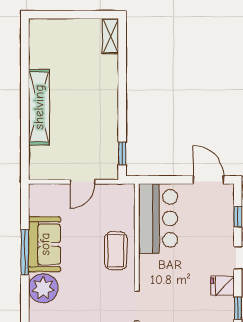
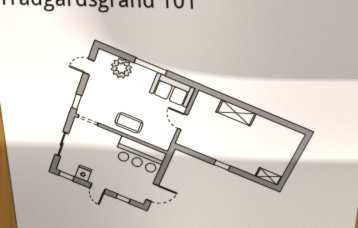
shelving: (39, 107) -> (236, 113), width x0.68
window: (122, 153) -> (222, 165), moved
sofa: (45, 244) -> (172, 90), moved

